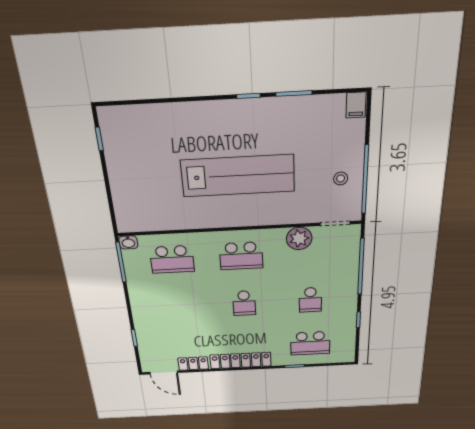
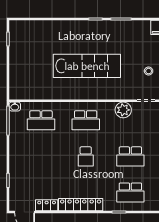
school desk: (310, 300) -> (130, 156), width x1.85

